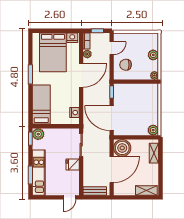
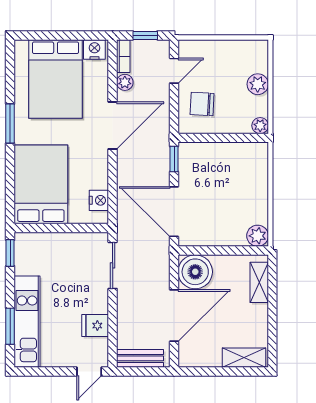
bed: (41, 105) -> (41, 184), width x1.50
plant: (38, 134) -> (26, 244), removed
fridge: (73, 164) -> (95, 326), moved

